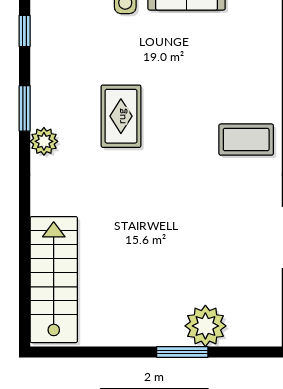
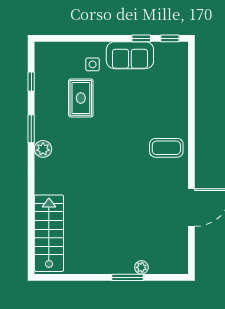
rug: (121, 116) -> (81, 98), moved
plant: (205, 326) -> (141, 267), width x0.53, depth x0.53

